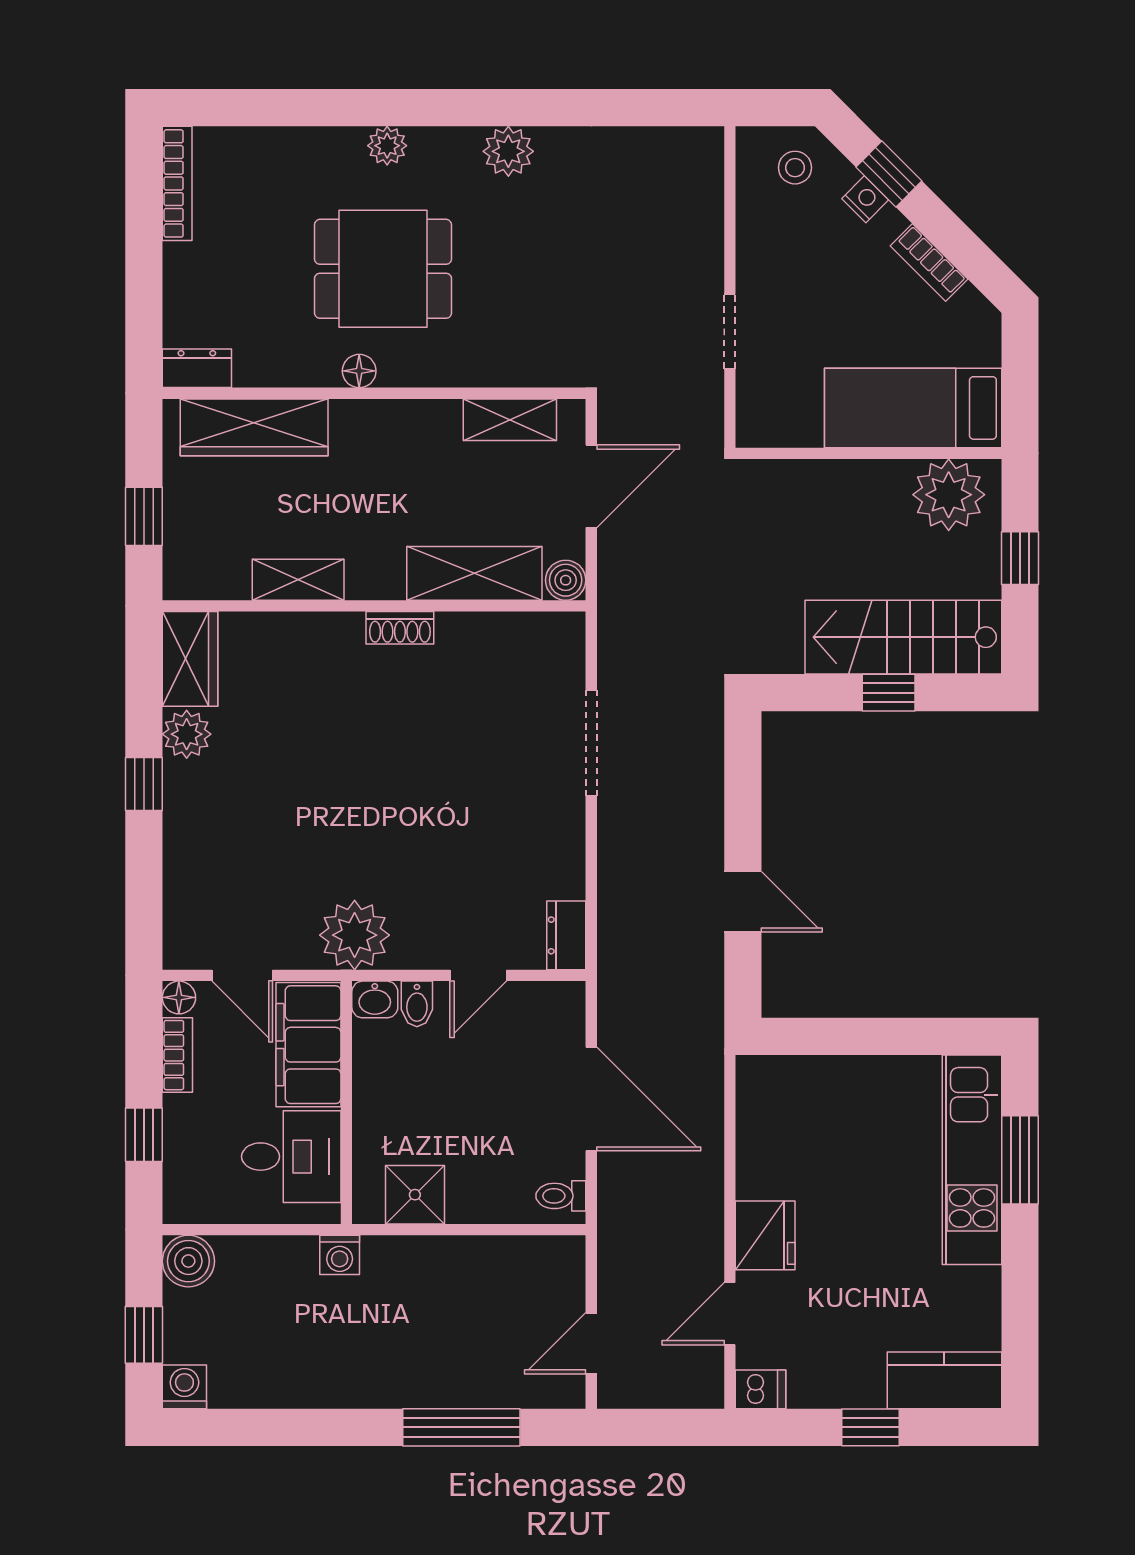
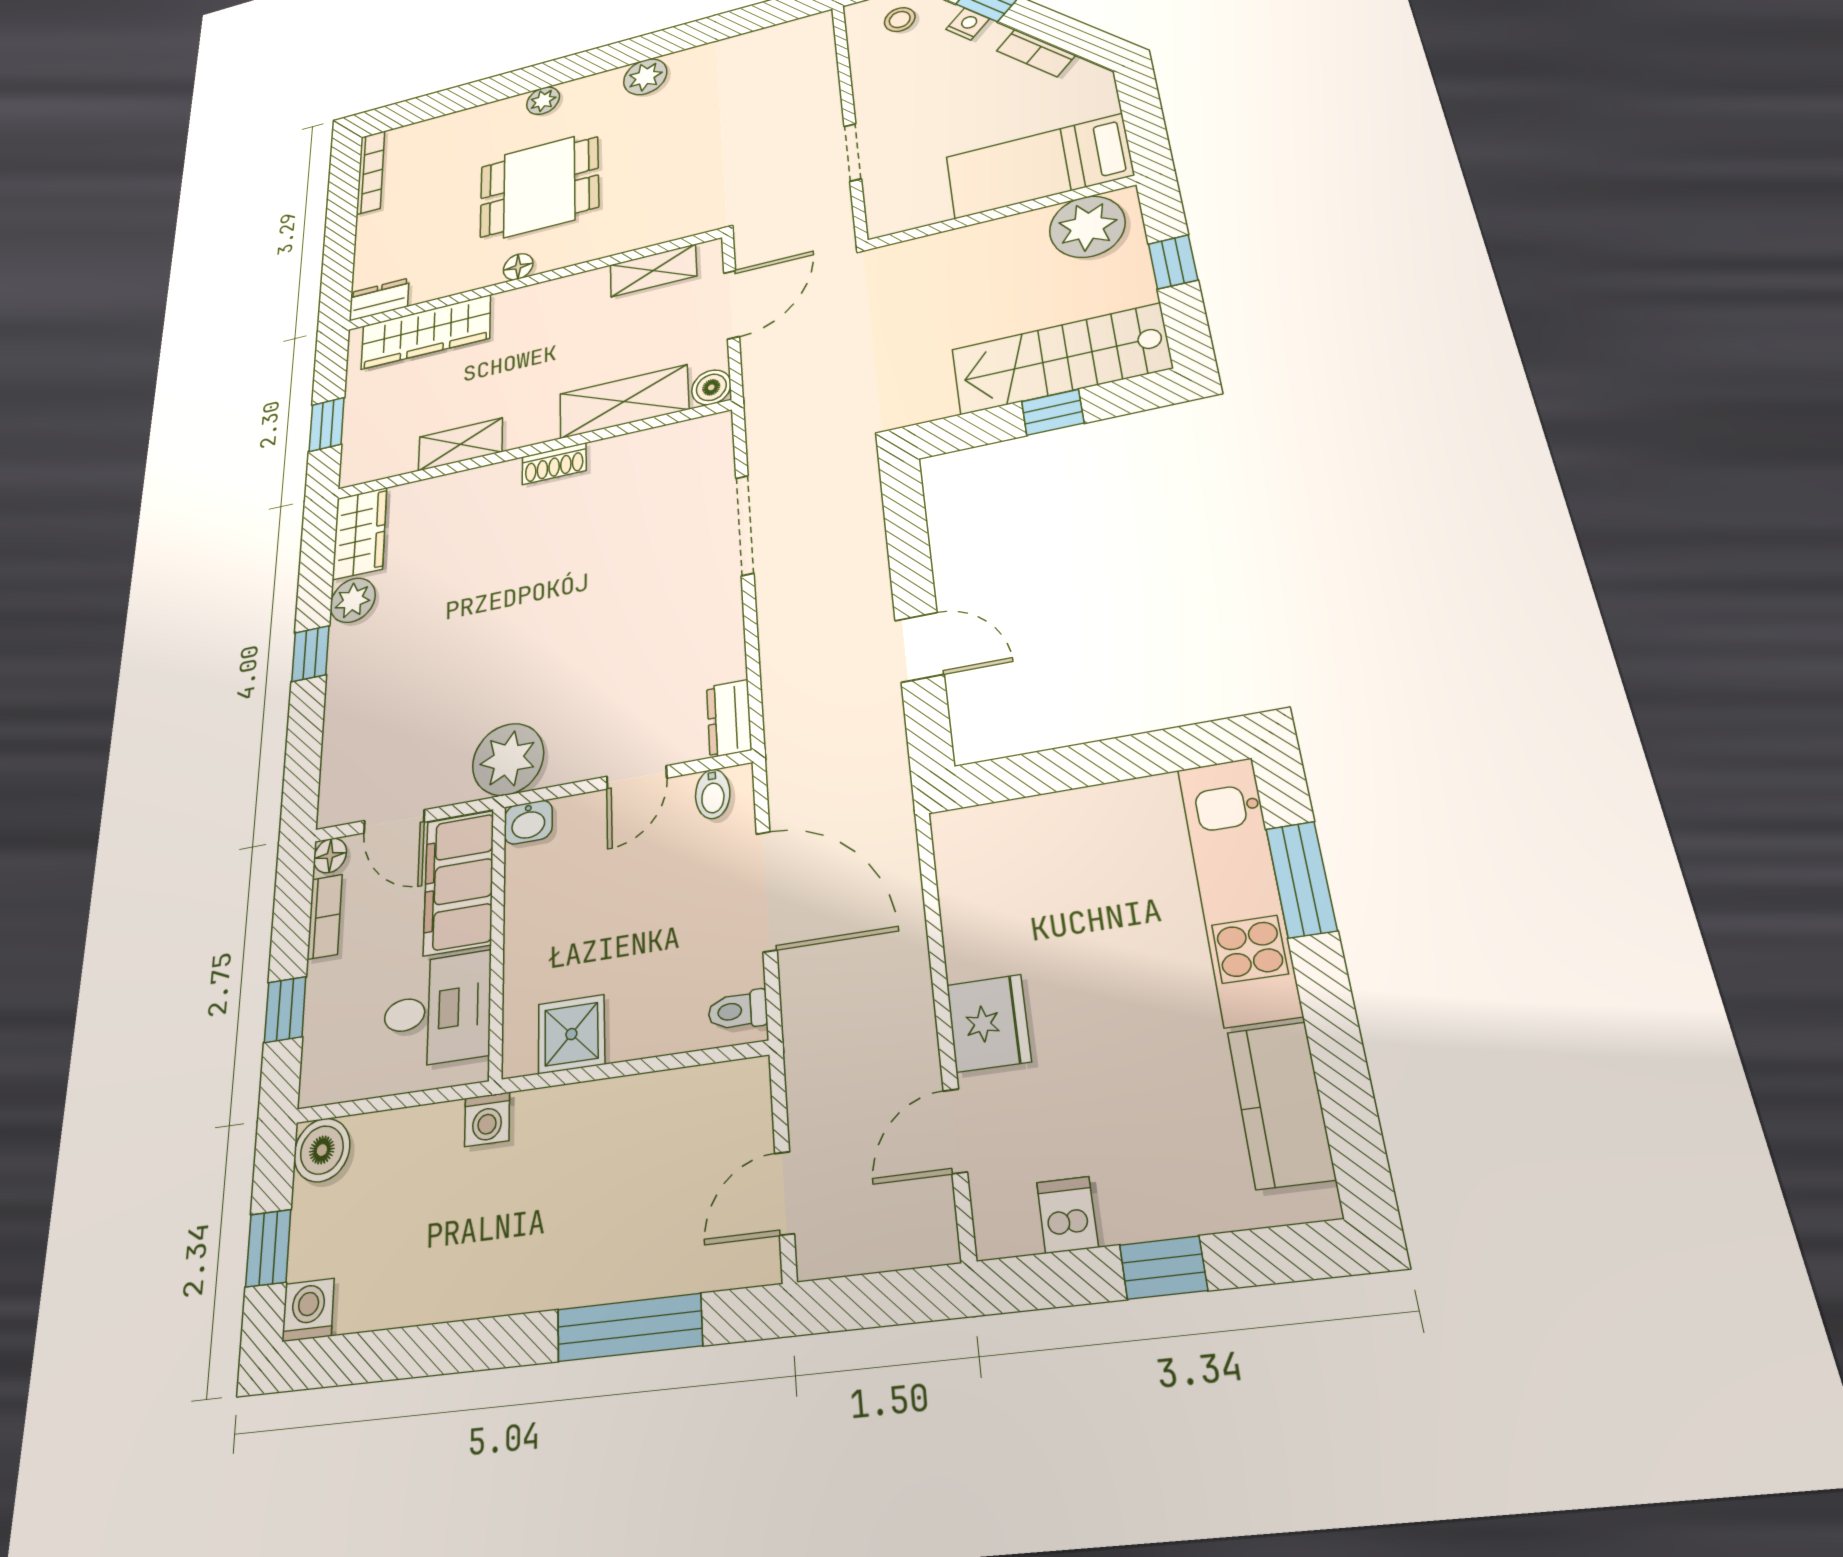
bidet: (417, 1004) -> (713, 794), moved
kitchen counter: (944, 1380) -> (1281, 1105), moved, turned -90
dishwasher: (761, 1389) -> (1067, 1215), moved, turned -90

